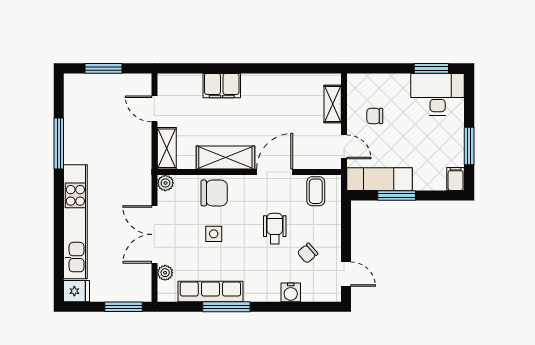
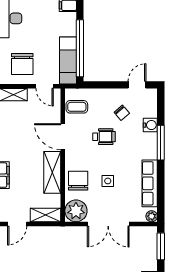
chair: (375, 116) -> (22, 64), width x1.87, depth x1.87
door: (344, 147) -> (45, 86), swing flipped
plant: (165, 183) -> (76, 211), width x1.87, depth x1.87
window: (397, 195) -> (80, 48), width x2.11
wheelchair: (275, 229) -> (104, 137), turned 180
plant: (165, 273) -> (152, 216), moved
window: (226, 307) -> (161, 143), moved

